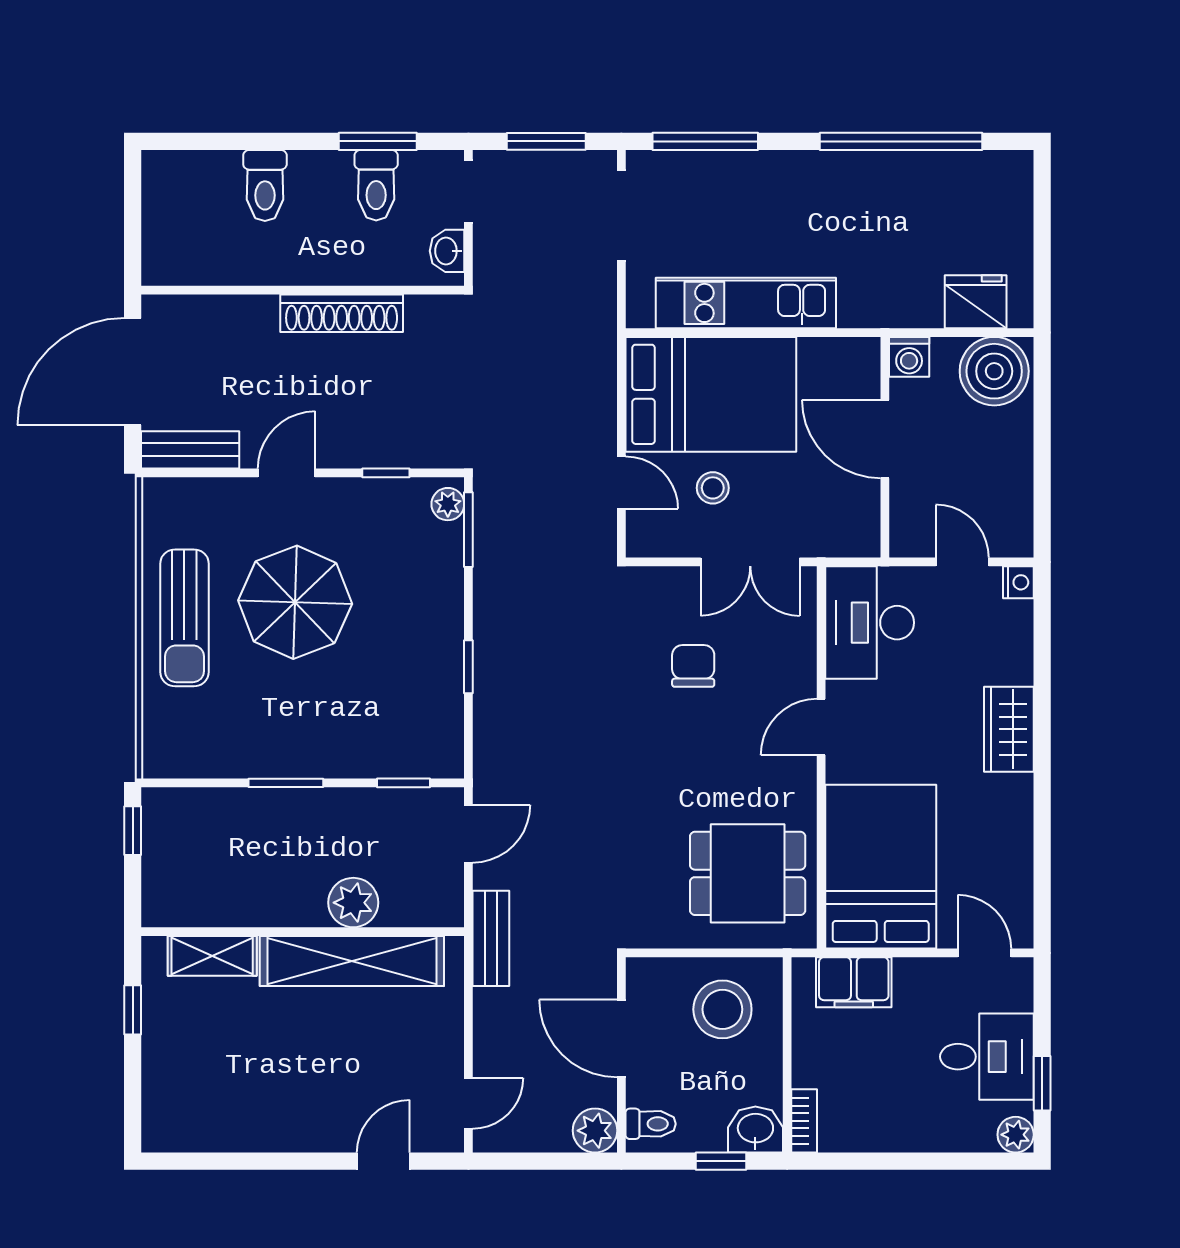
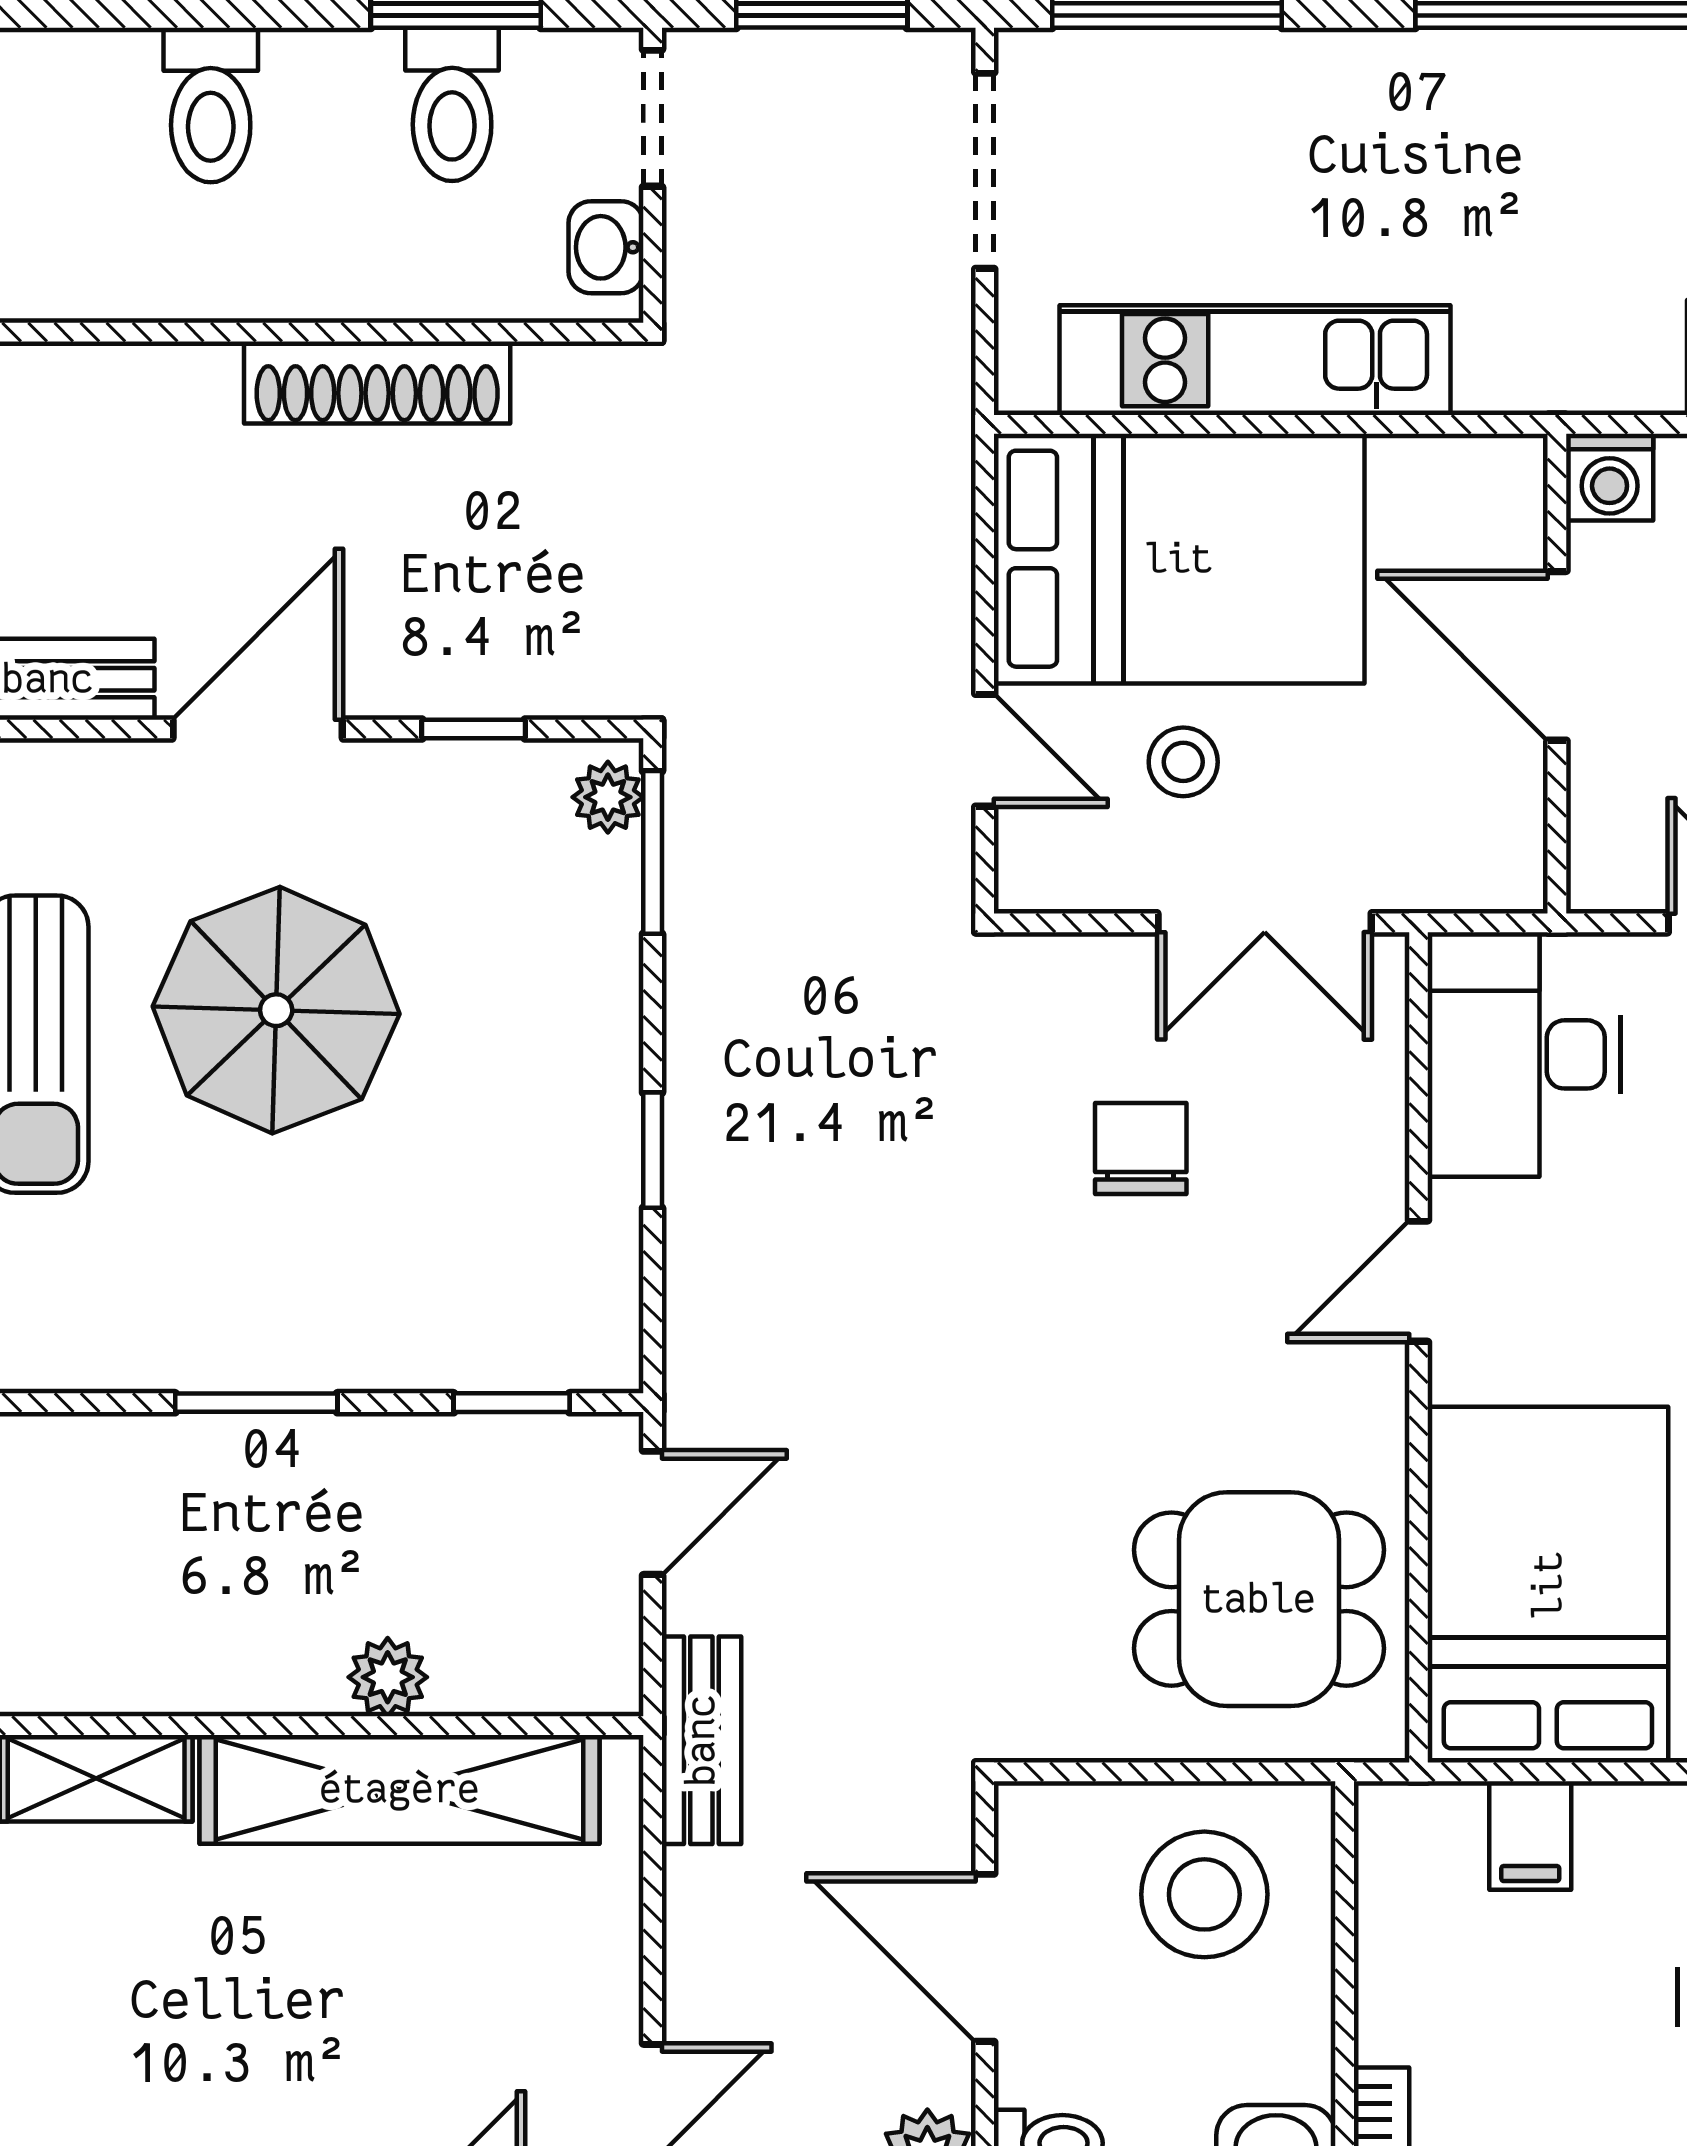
door: (287, 473) -> (258, 729), width x1.38
plant: (353, 903) -> (388, 1677), width x0.73, depth x0.73
filing cabinet: (854, 982) -> (1530, 1835), width x0.50

